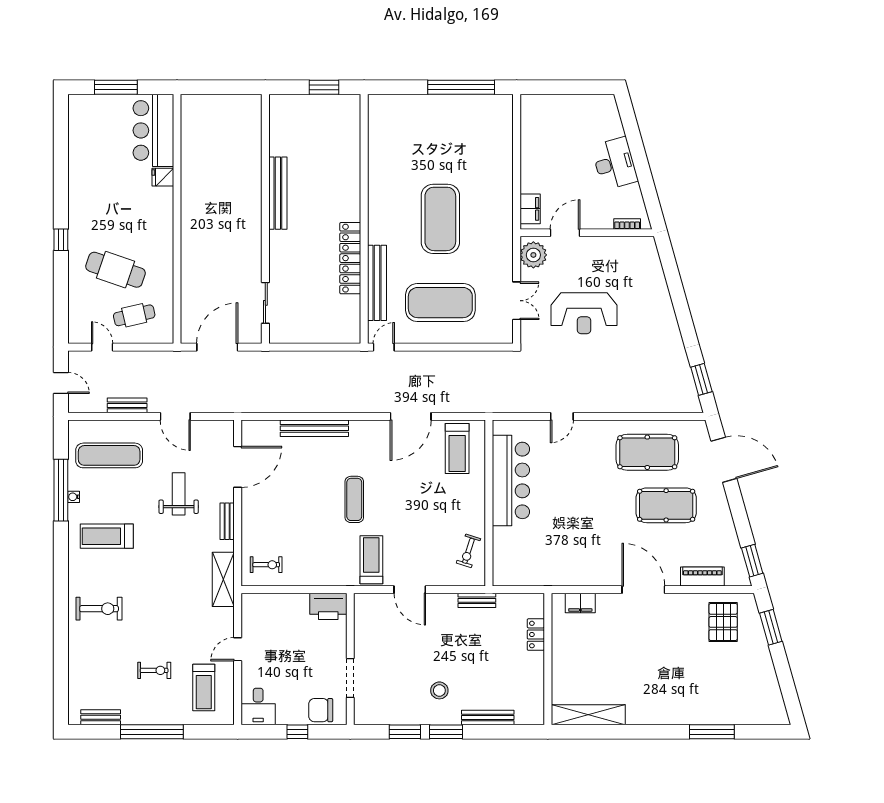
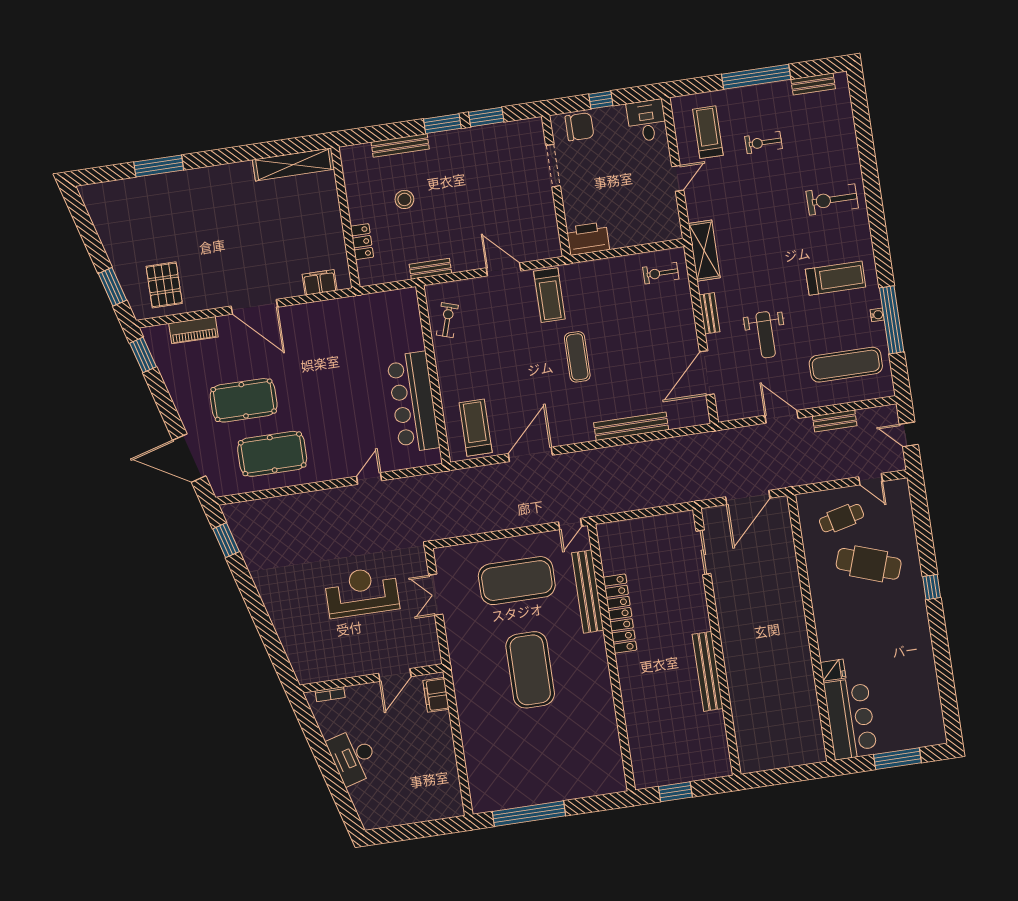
plant: (533, 255) -> (425, 646), removed
stool: (439, 690) -> (404, 199), moved

